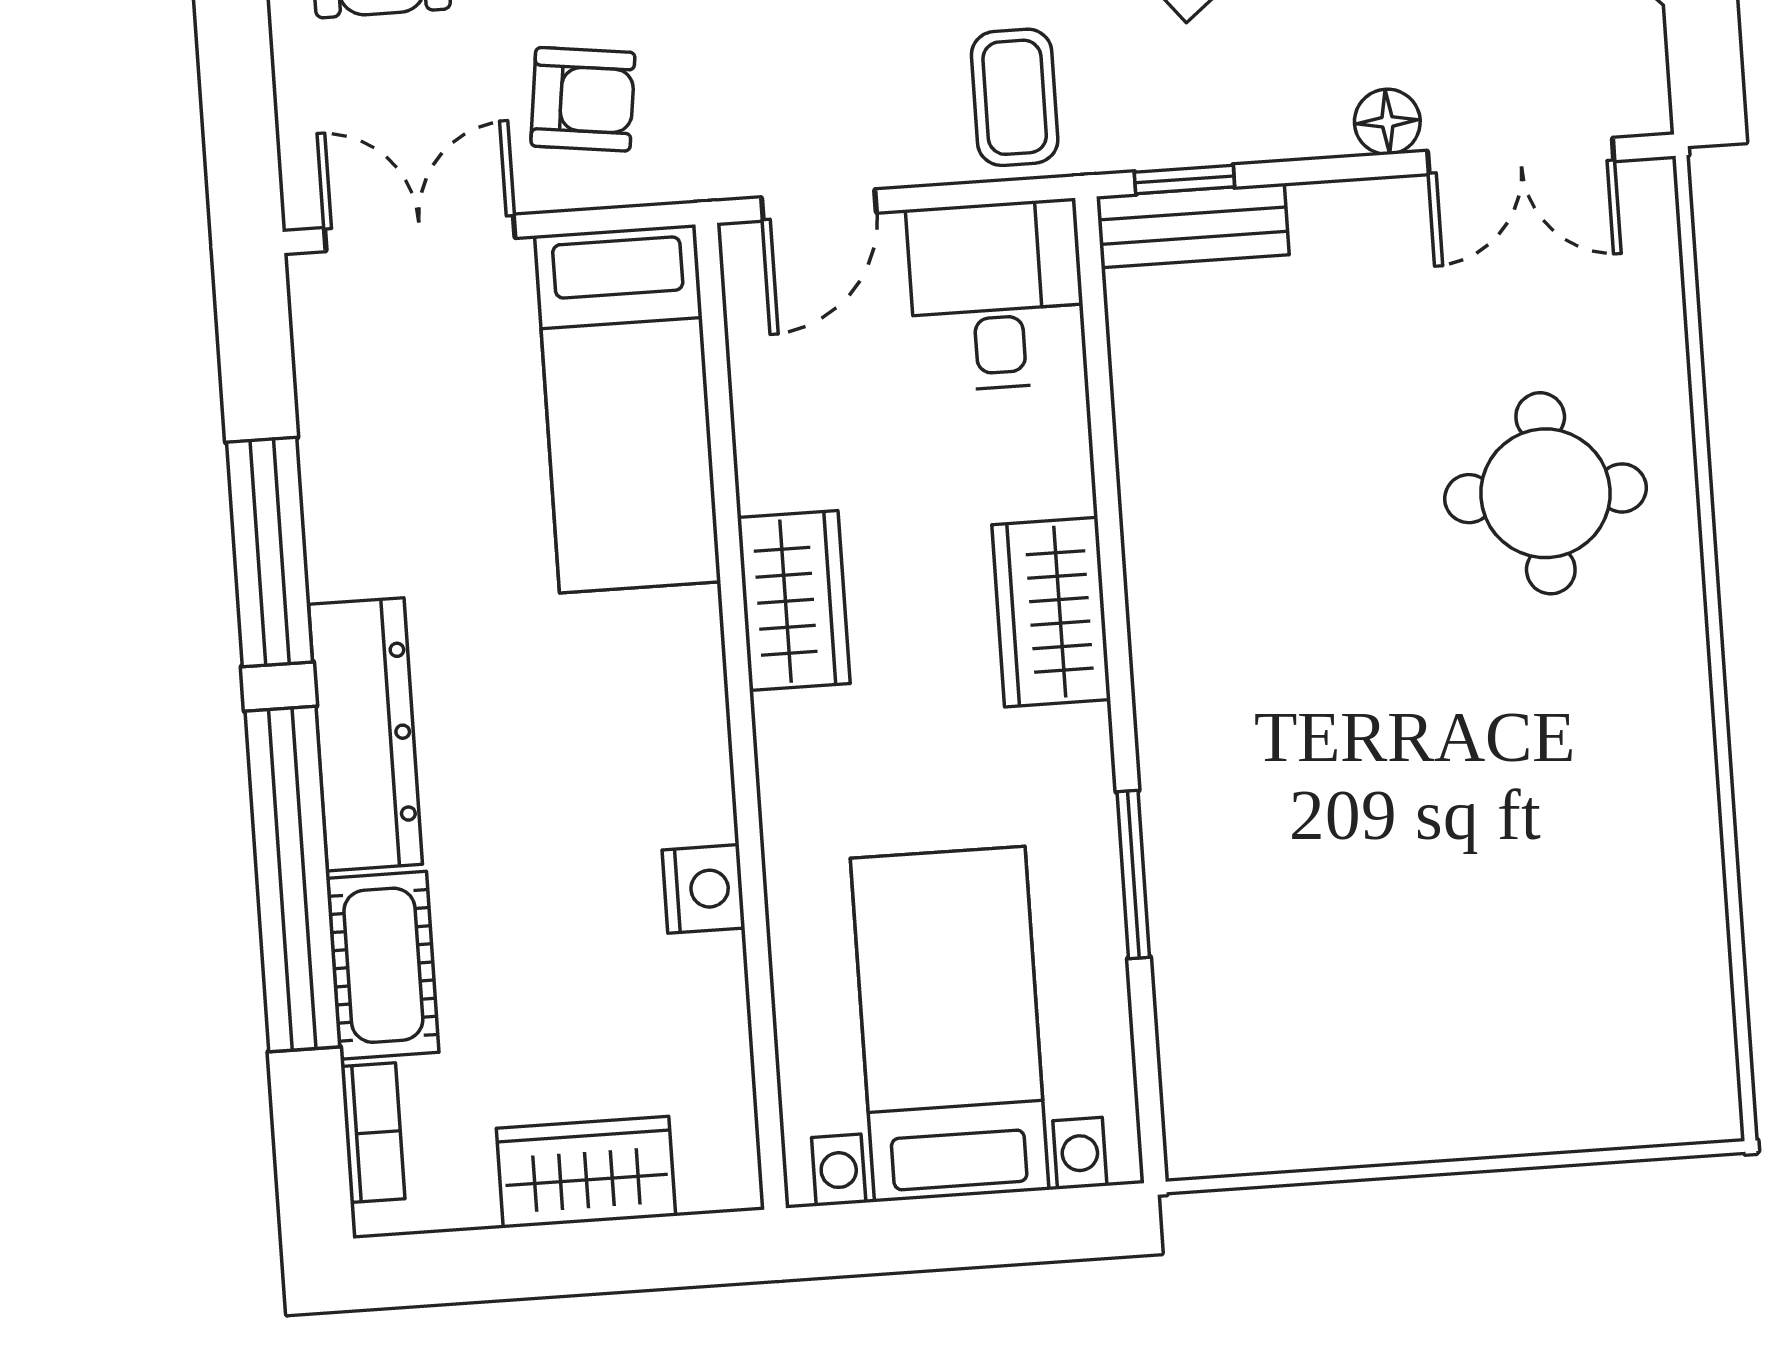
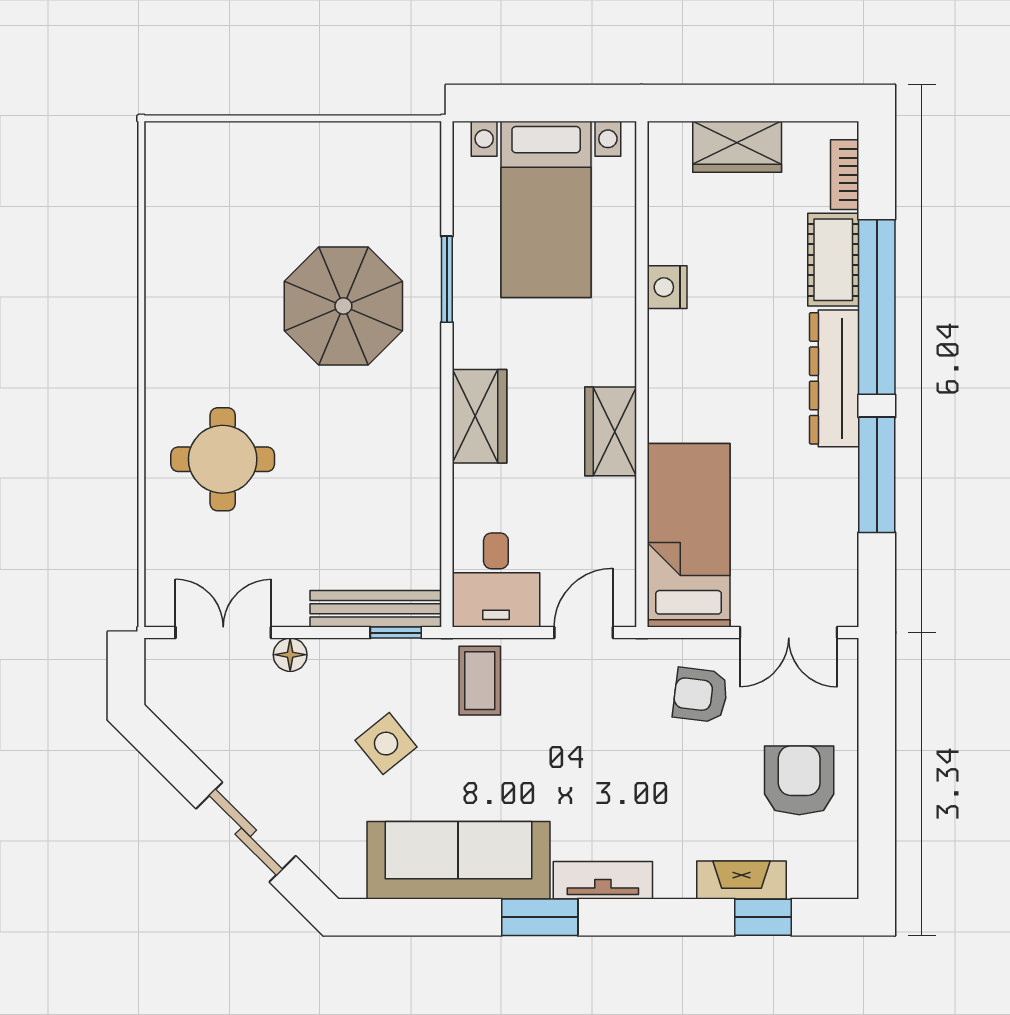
bench: (1193, 226) -> (376, 609), width x1.36
parasol: (1331, 808) -> (343, 306), added

